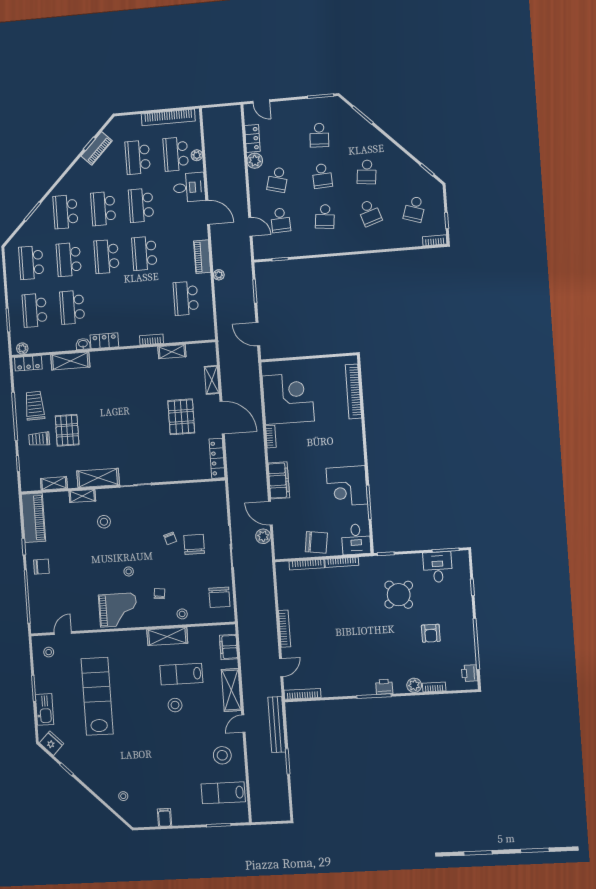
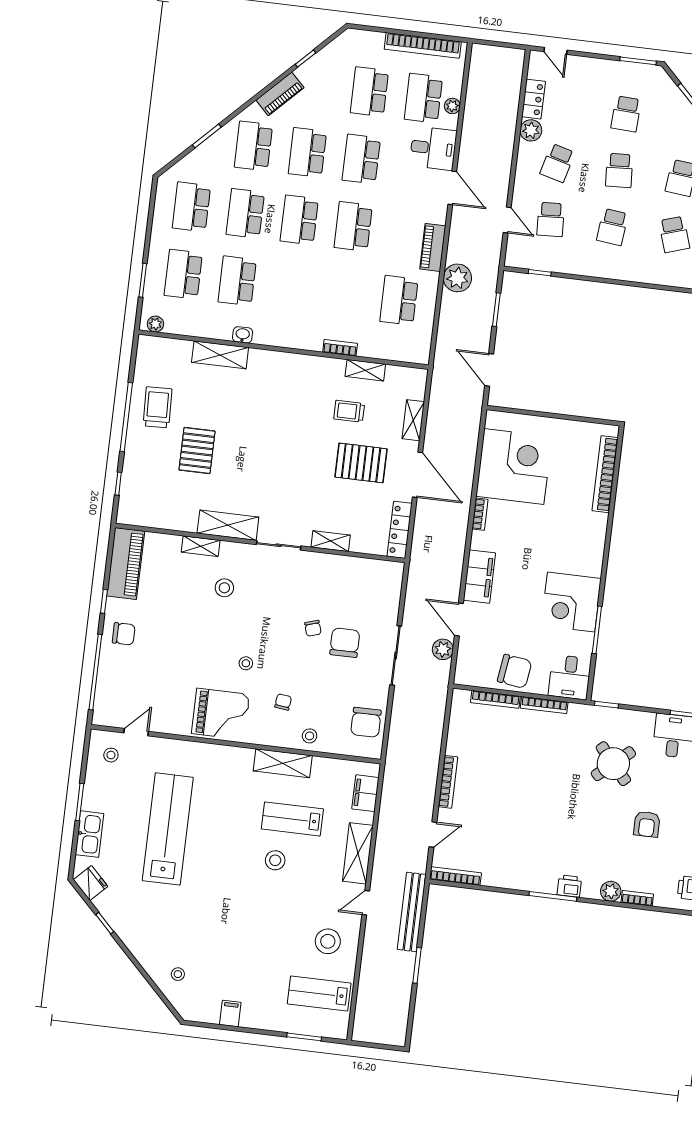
piano: (97, 148) -> (280, 94), moved
plant: (219, 275) -> (457, 278), width x1.88, depth x1.88
locker: (104, 341) -> (274, 336), removed
locker: (28, 363) -> (160, 346), removed
pallet: (181, 417) -> (361, 463), turned 90
trolley: (39, 439) -> (349, 411), moved
shelving: (54, 483) -> (331, 541), moved

